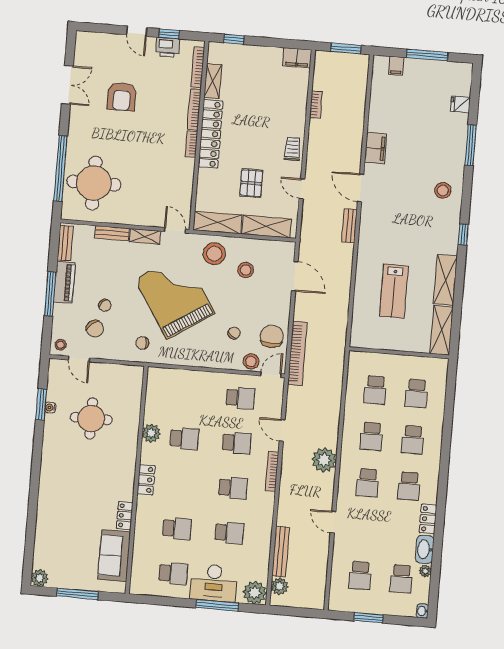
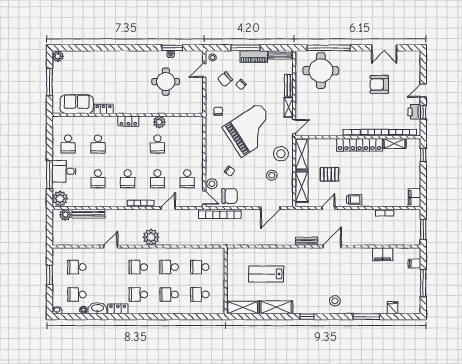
filing cabinet: (376, 148) -> (383, 254), moved
desk: (214, 583) -> (64, 171), width x0.73

